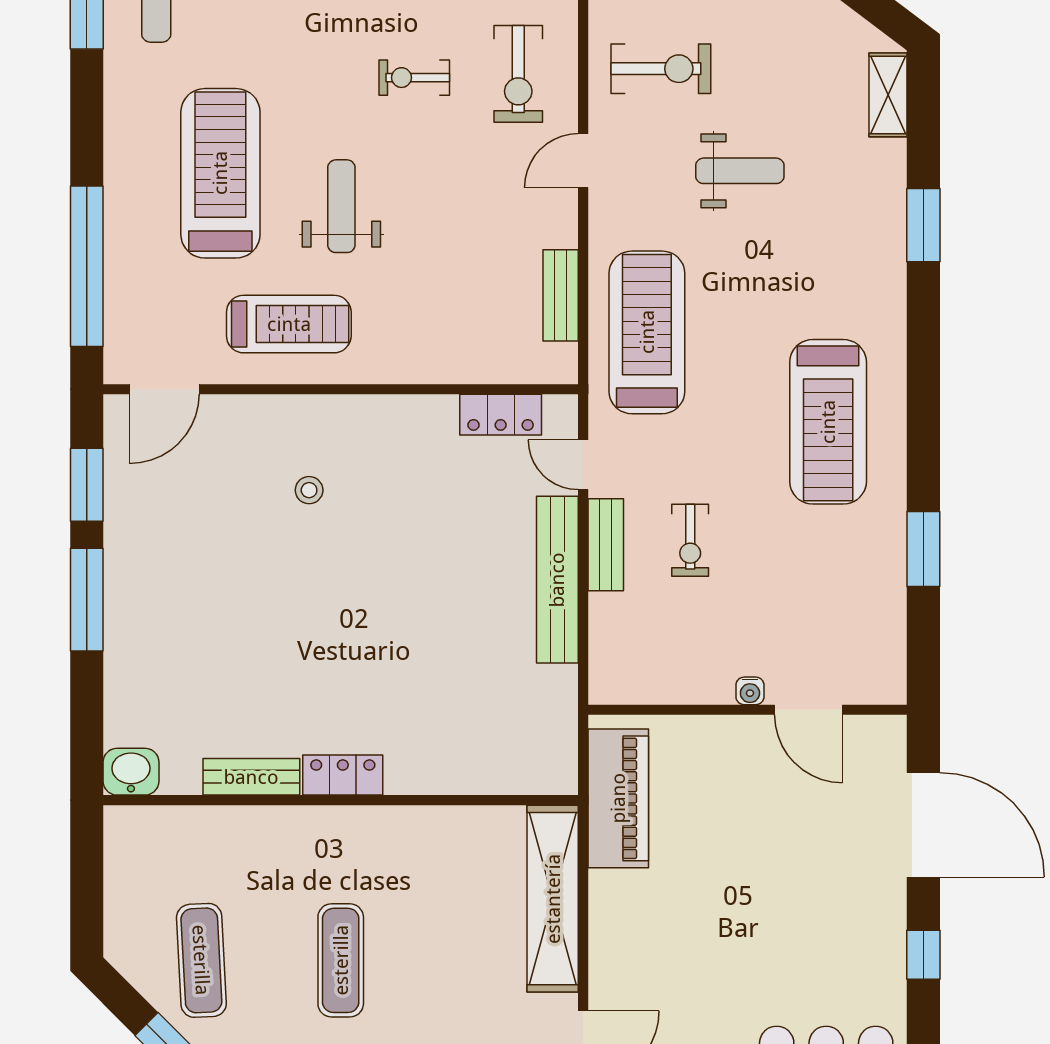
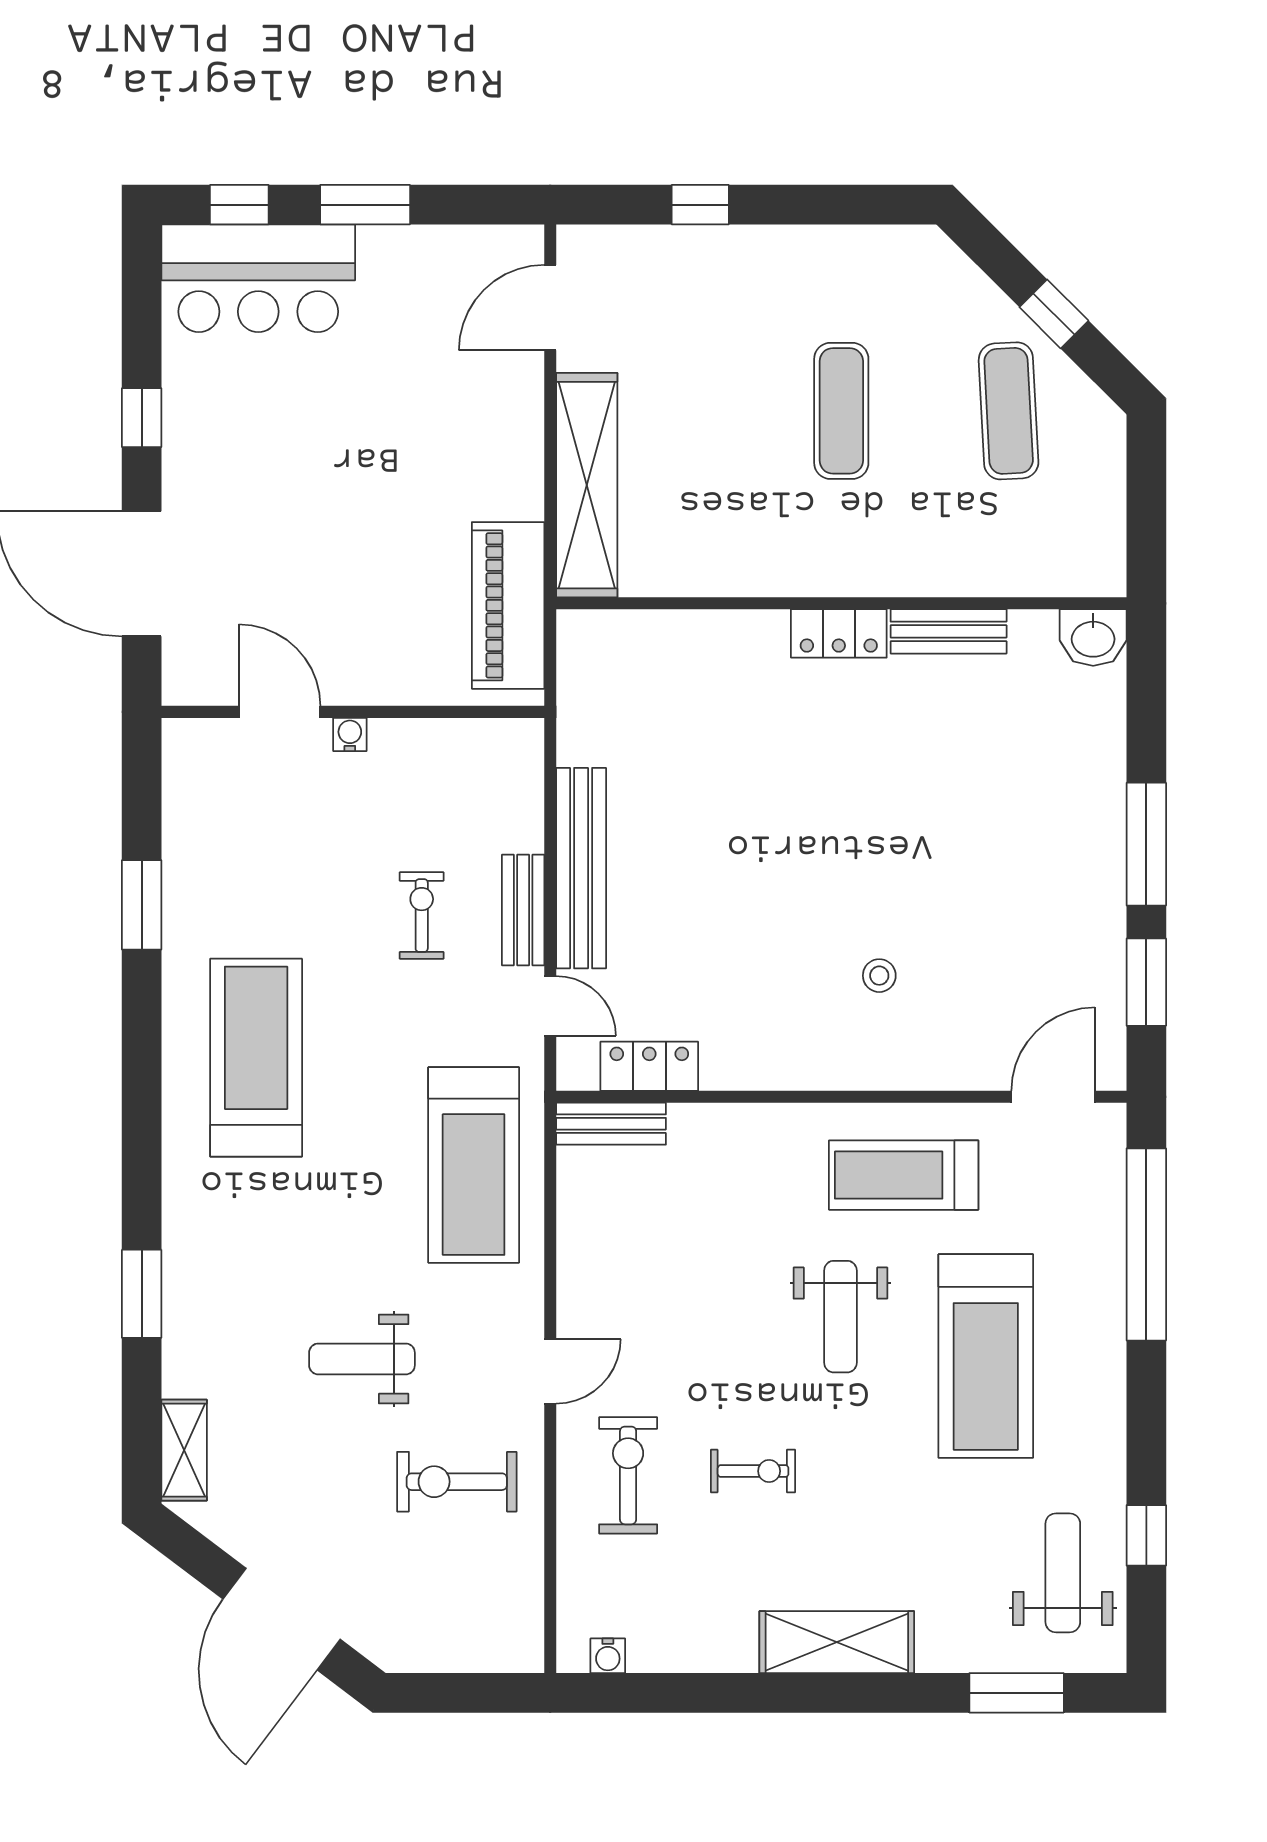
bench: (561, 295) -> (611, 1124), moved, turned 90

